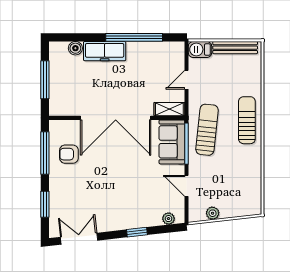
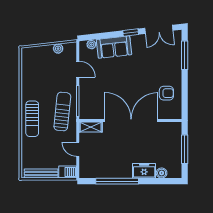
freezer: (105, 51) -> (144, 171), width x0.71
door: (187, 80) -> (78, 149), swing flipped
sun lounger: (207, 130) -> (62, 112), turned 180
sofa: (172, 142) -> (114, 47), moved, turned 84
window: (45, 153) -> (185, 94), removed
window: (45, 204) -> (185, 55), width x1.44
window: (137, 232) -> (131, 33), moved

